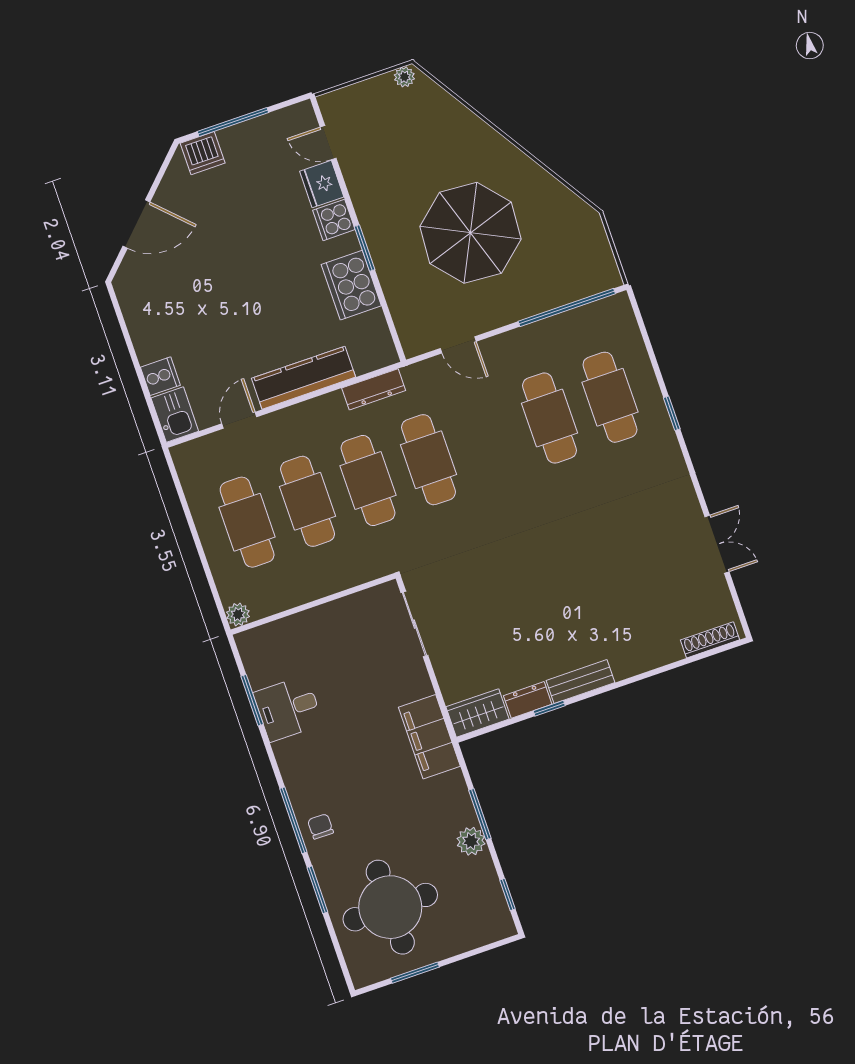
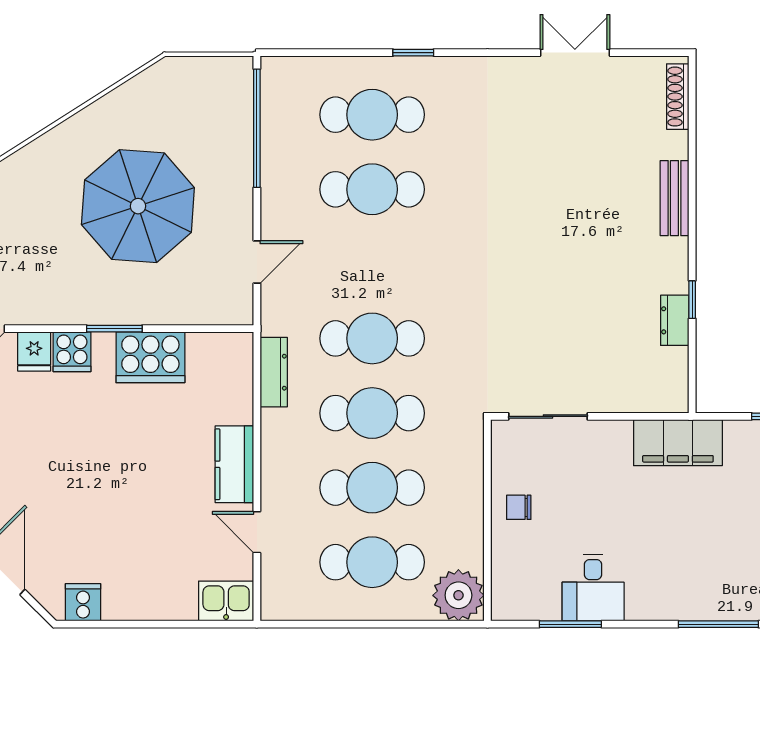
fridge: (322, 184) -> (34, 352), width x0.72
cooker: (160, 376) -> (83, 602), moved
kitchen counter: (304, 378) -> (234, 464), width x0.67
plant: (238, 614) -> (458, 595), width x1.88, depth x1.88
bench: (581, 682) -> (674, 198), moved
wardrobe: (477, 713) -> (670, 381), removed
chair: (320, 826) -> (519, 507), moved

